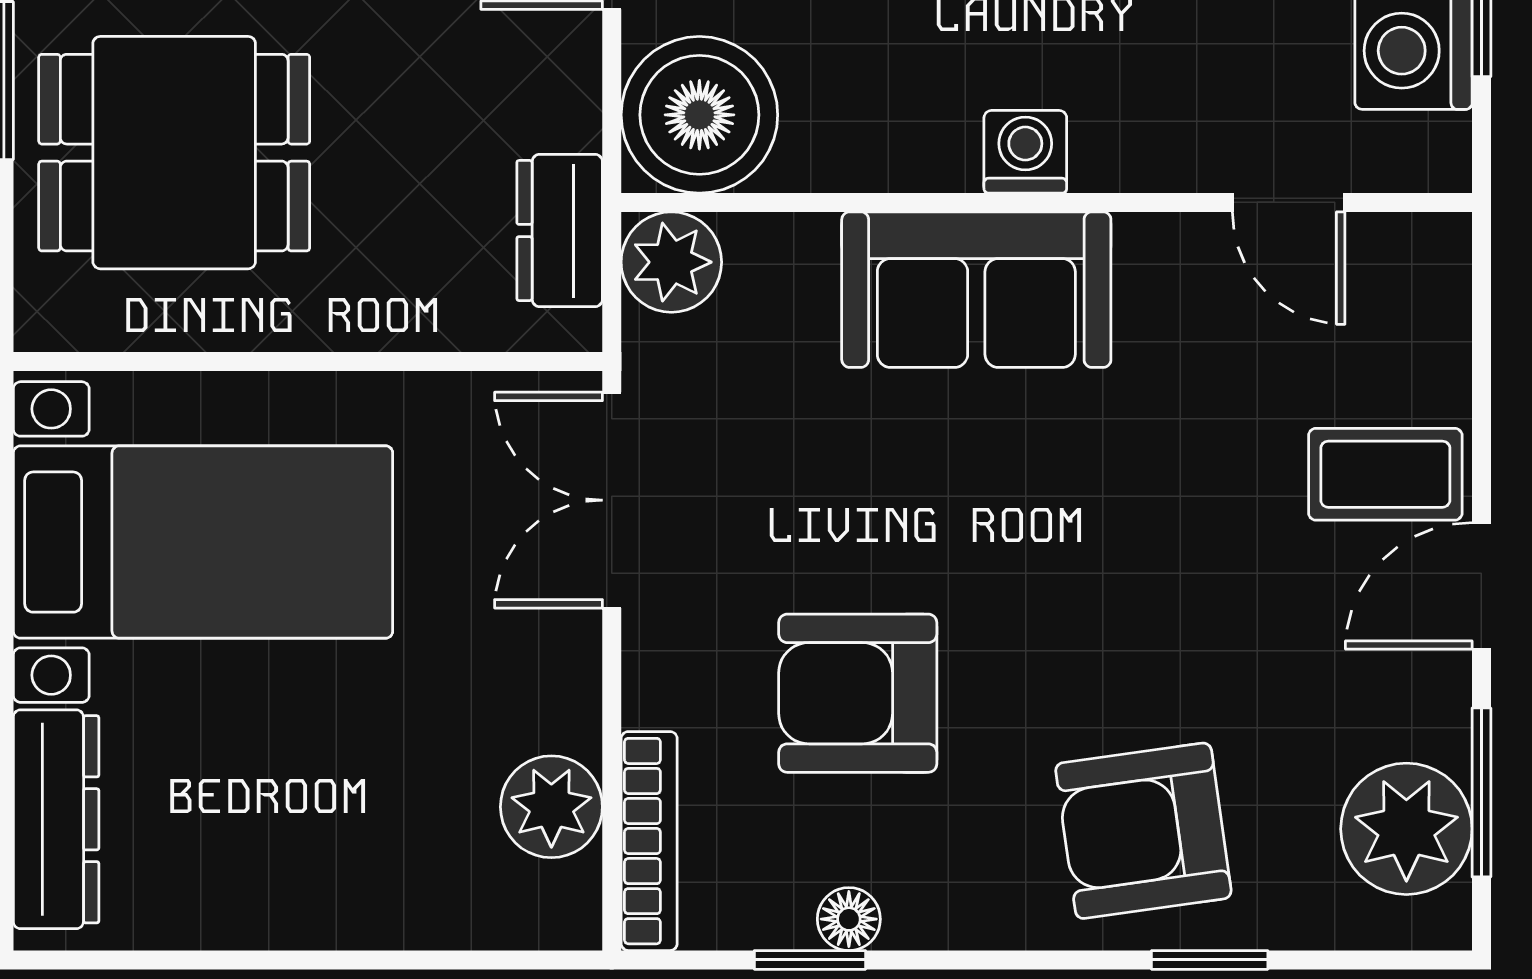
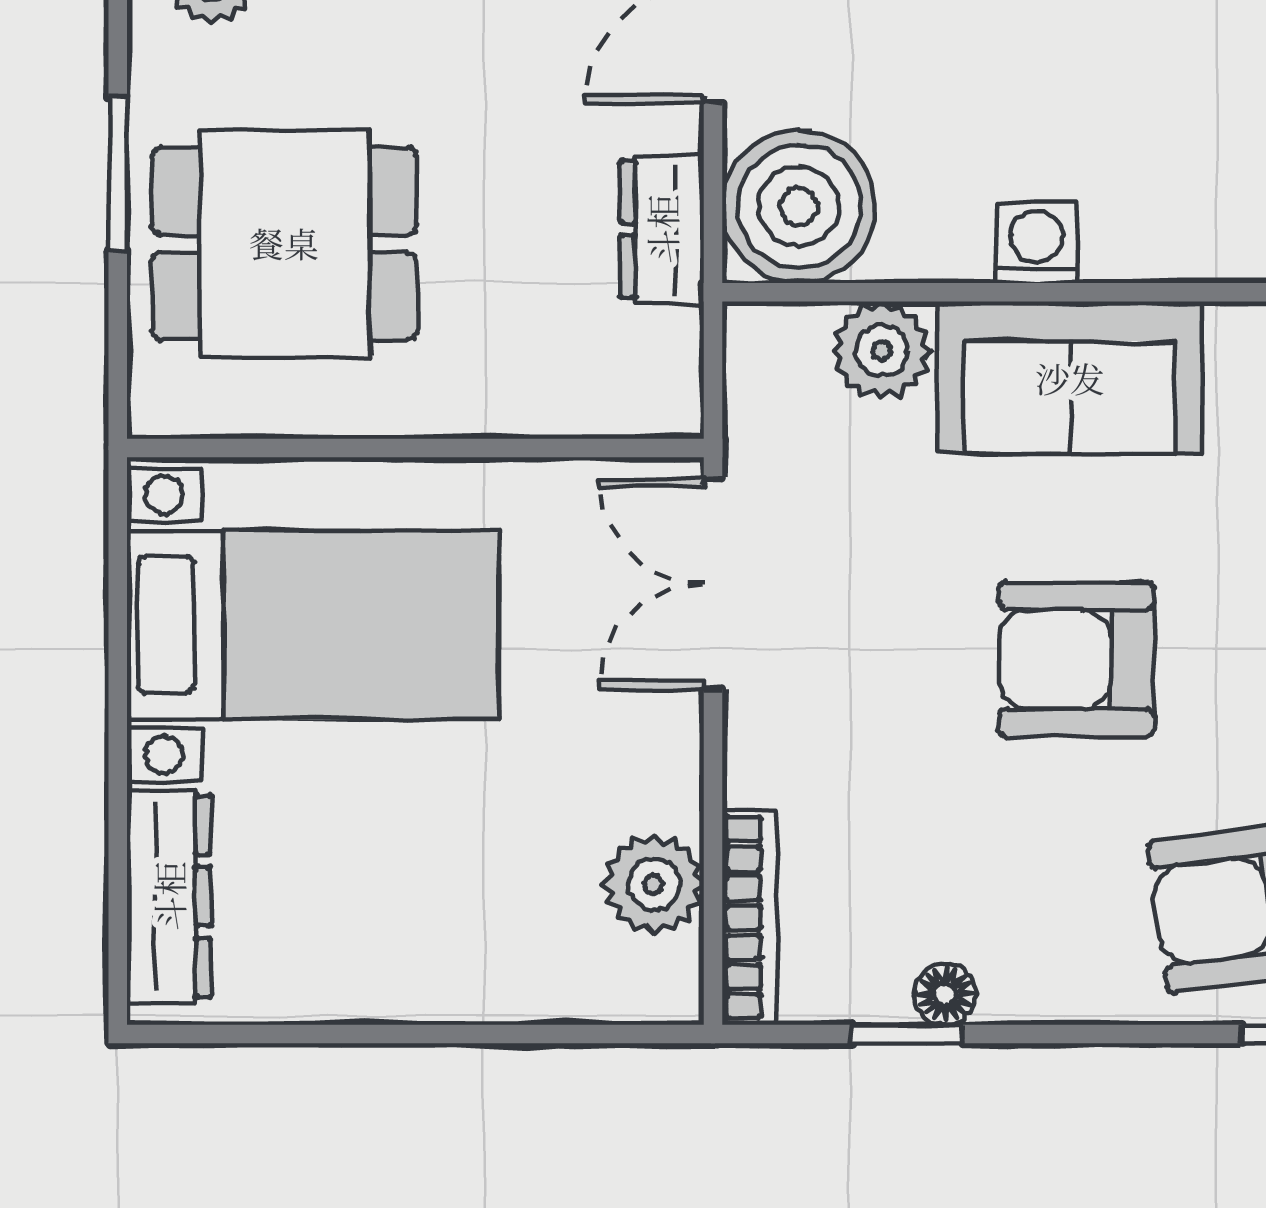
washing machine: (1025, 152) -> (1037, 243), moved
dresser: (560, 231) -> (662, 229), moved
plant: (671, 262) -> (882, 351), moved
armchair: (858, 693) -> (1077, 659), moved

